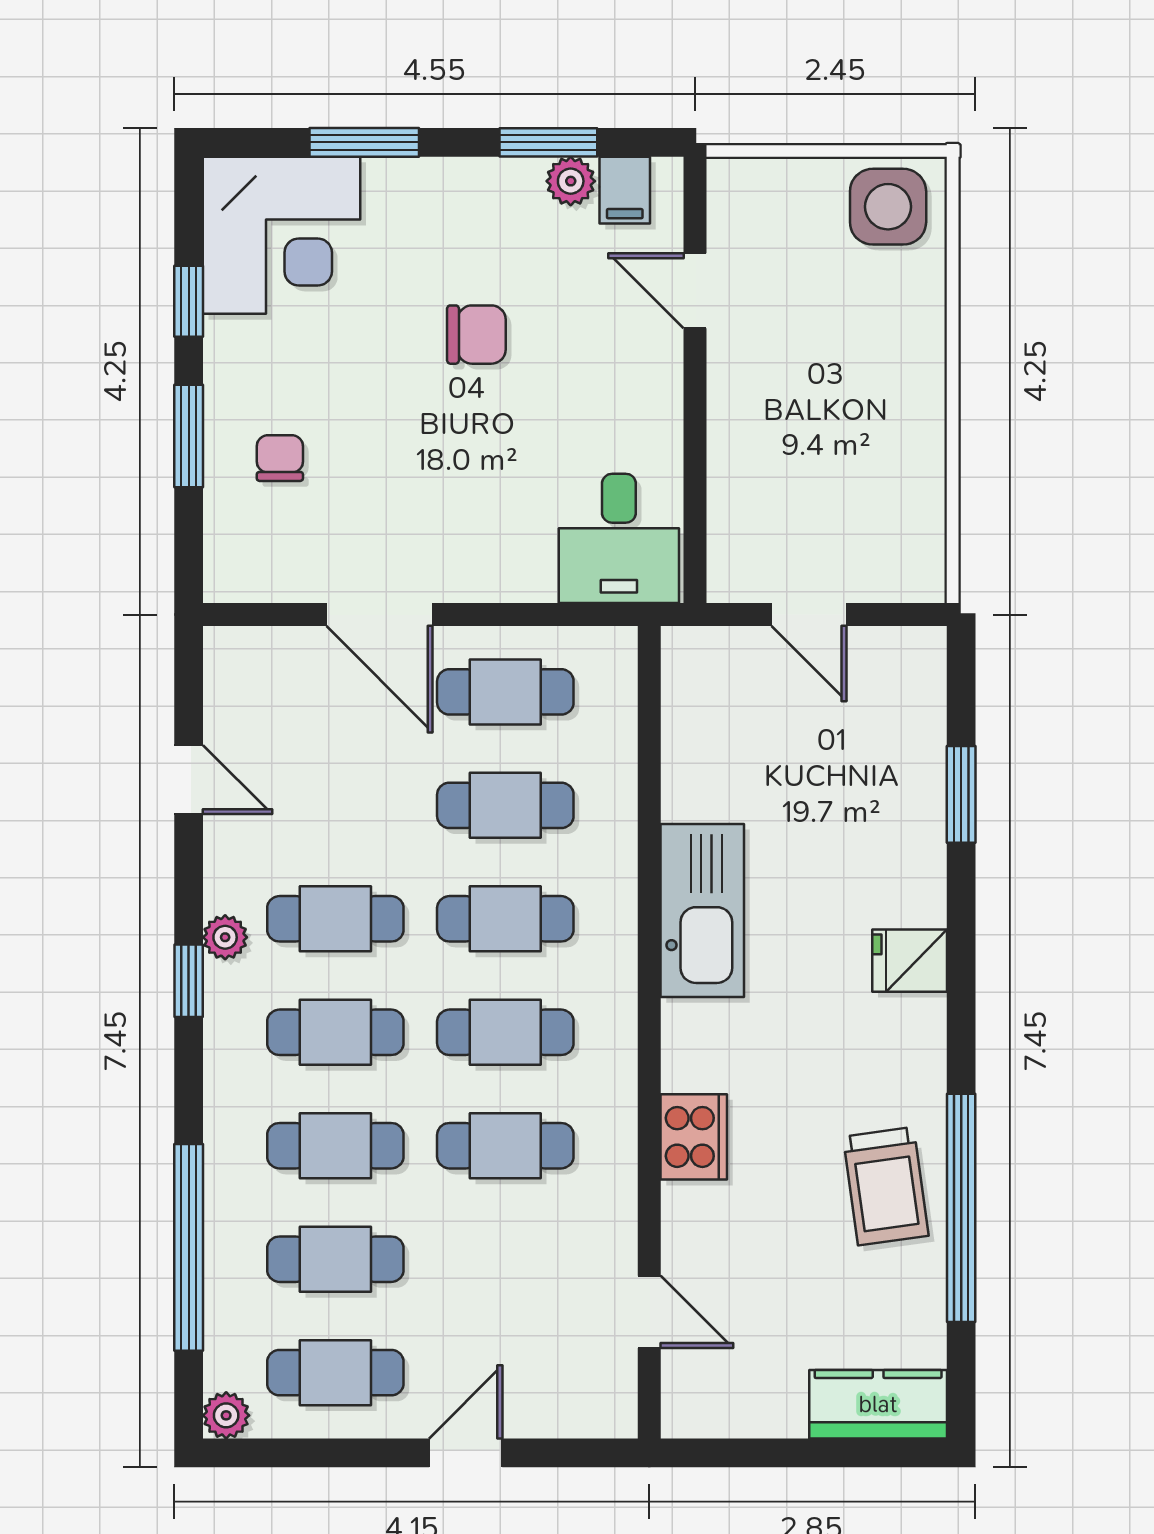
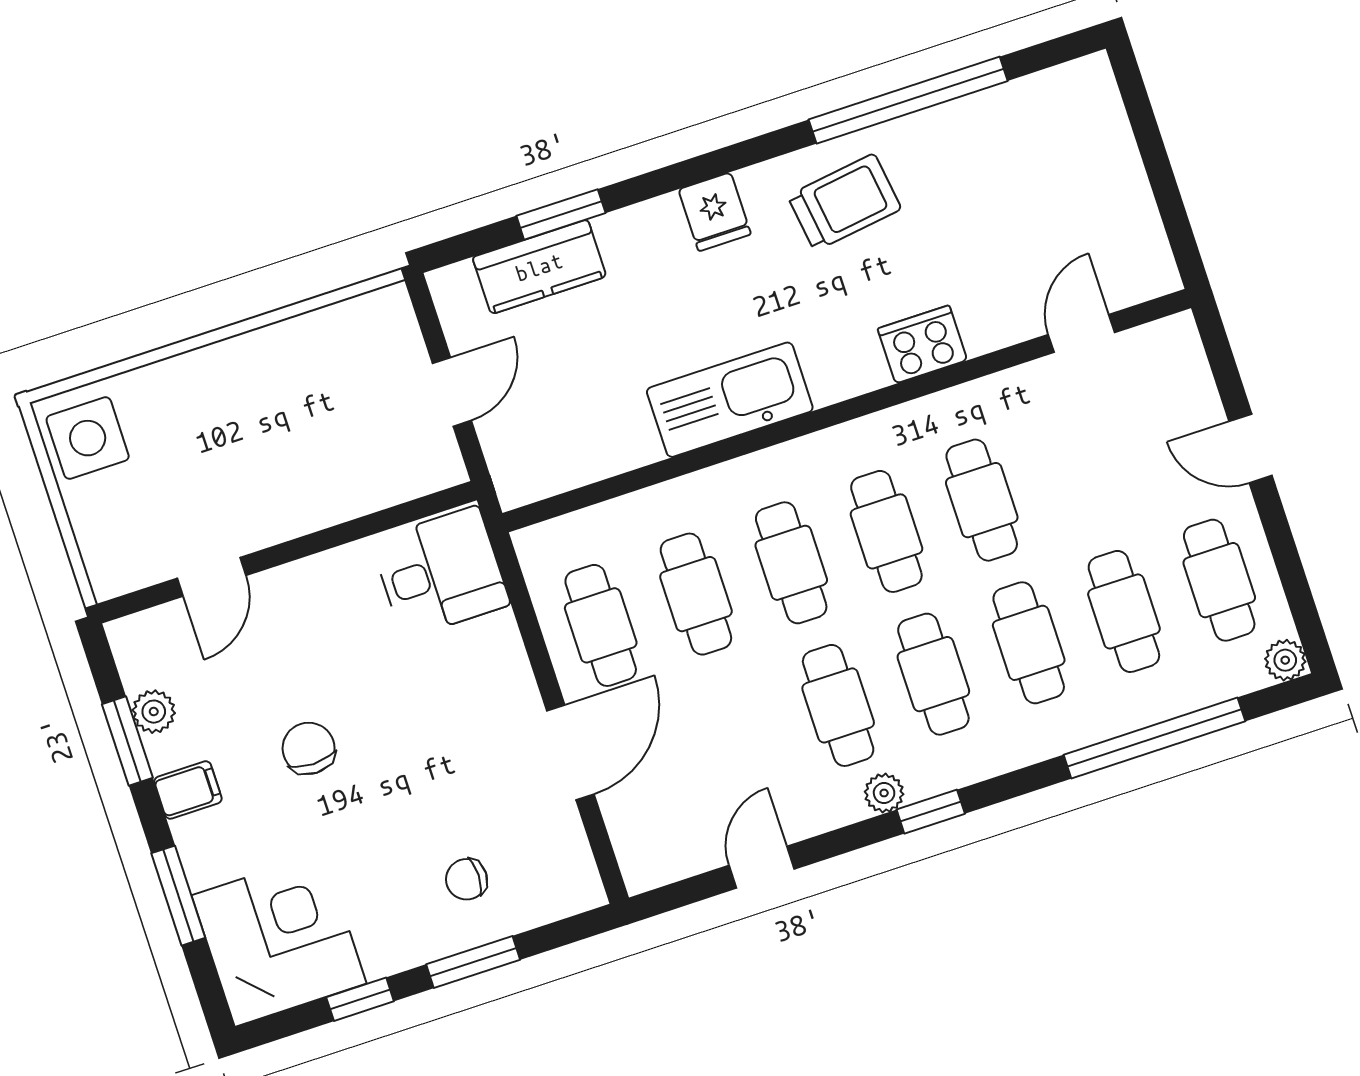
filing cabinet: (625, 190) -> (188, 790), moved
trolley: (886, 1186) -> (844, 202), moved
kitchen counter: (878, 1404) -> (539, 267), moved, turned -90

